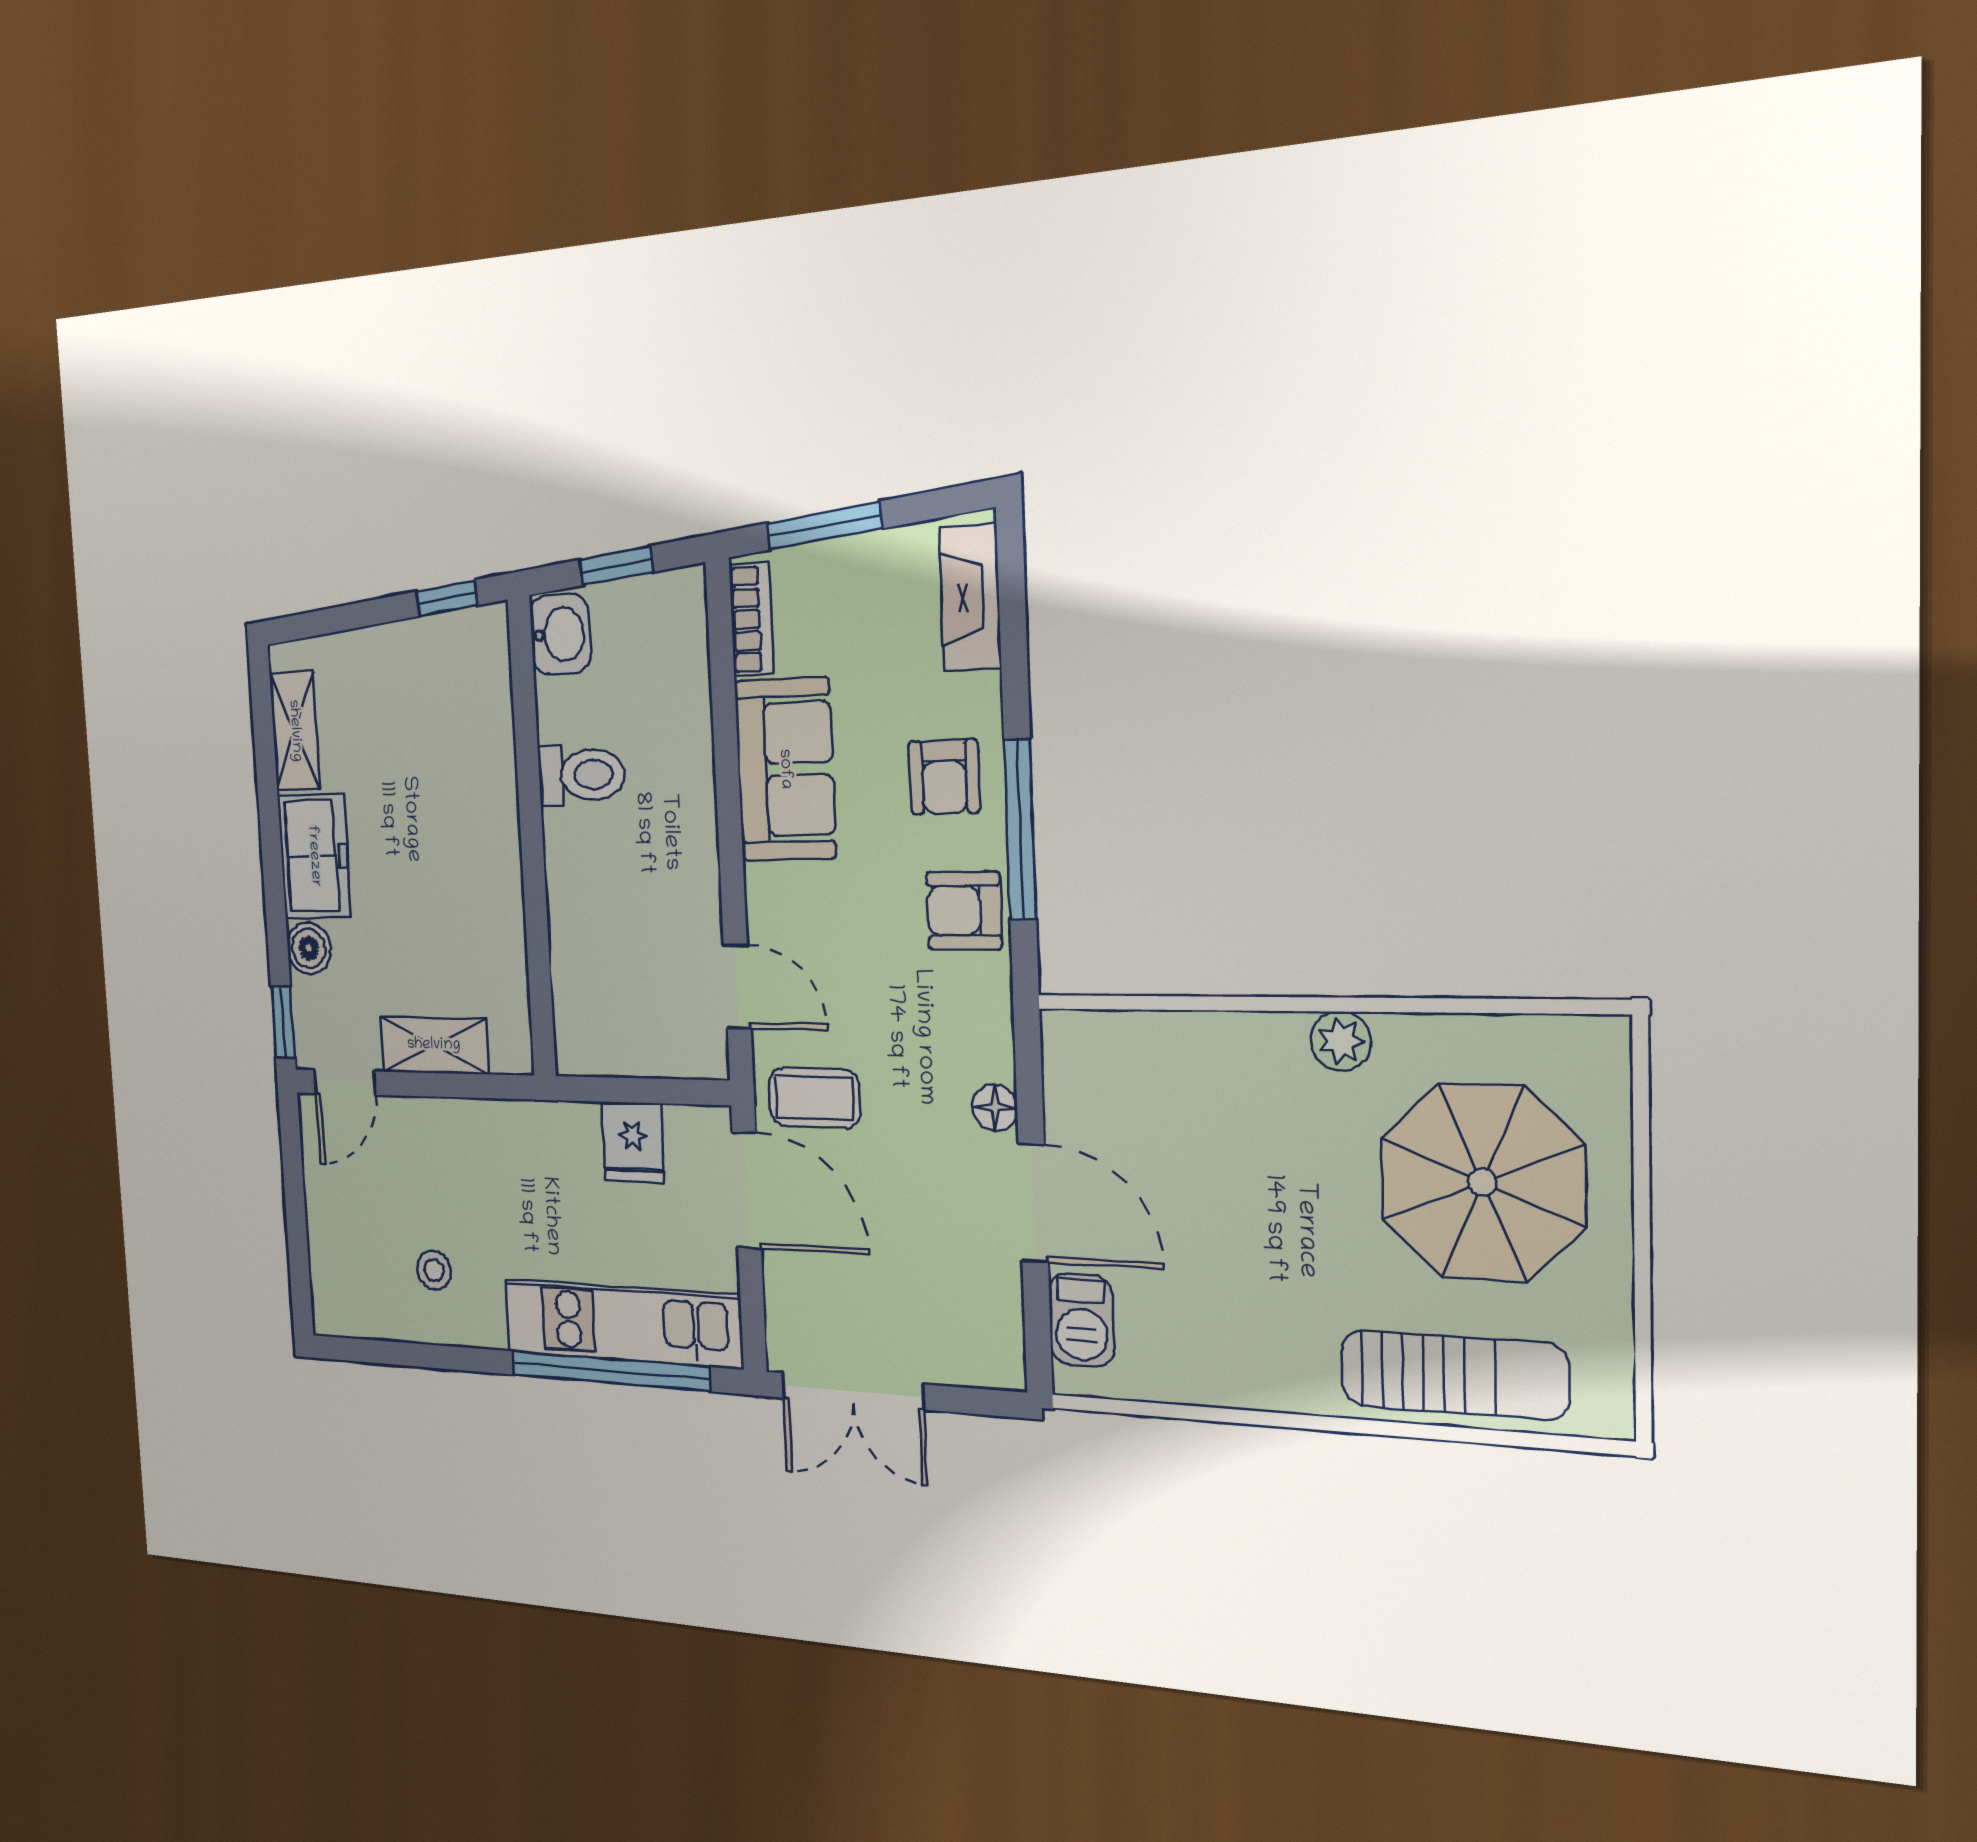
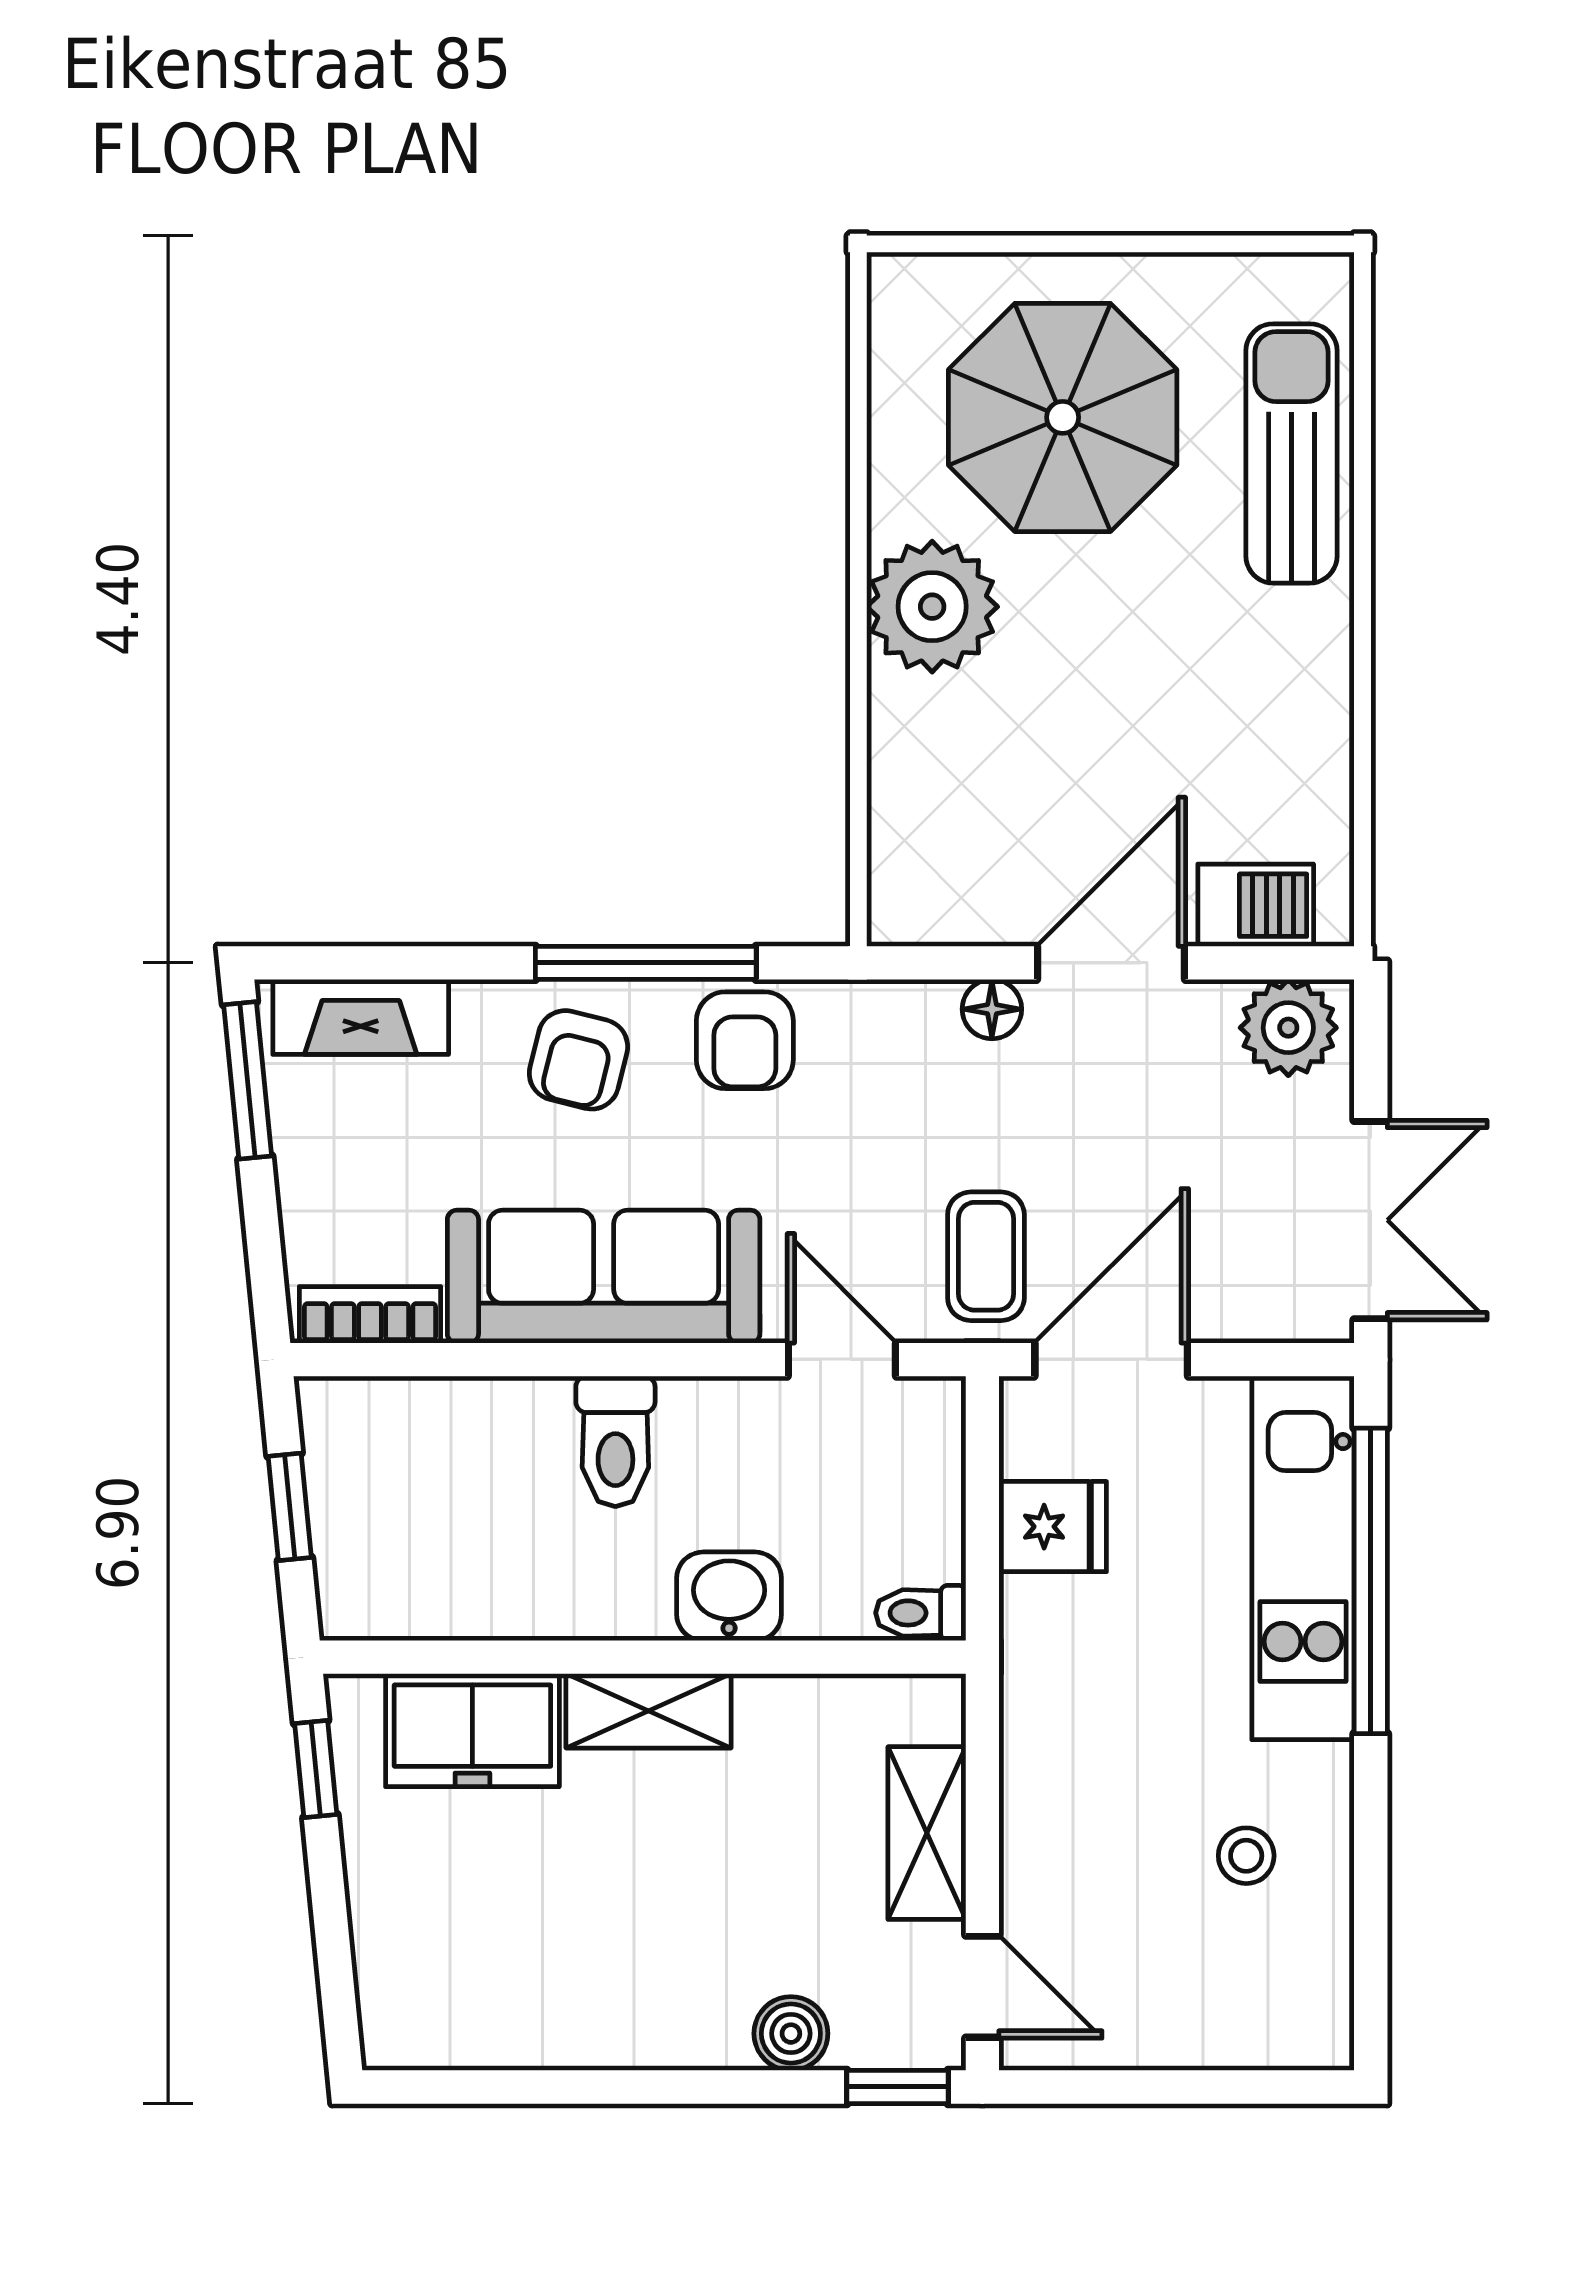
window: (824, 526) -> (248, 1080), moved
washbasin: (560, 634) -> (729, 1596), moved
shelving: (295, 731) -> (649, 1711), moved
sofa: (785, 769) -> (604, 1277), width x1.36
toilet: (581, 775) -> (615, 1441), moved, turned 180
armchair: (944, 777) -> (578, 1060), turned 104
freezer: (314, 856) -> (472, 1730), moved, turned 180
door: (737, 987) -> (842, 1360), hinge flipped
plant: (1341, 1041) -> (932, 607), width x1.88, depth x1.88
toilet: (572, 1044) -> (921, 1613), added
plant: (989, 1339) -> (1288, 1028), added

